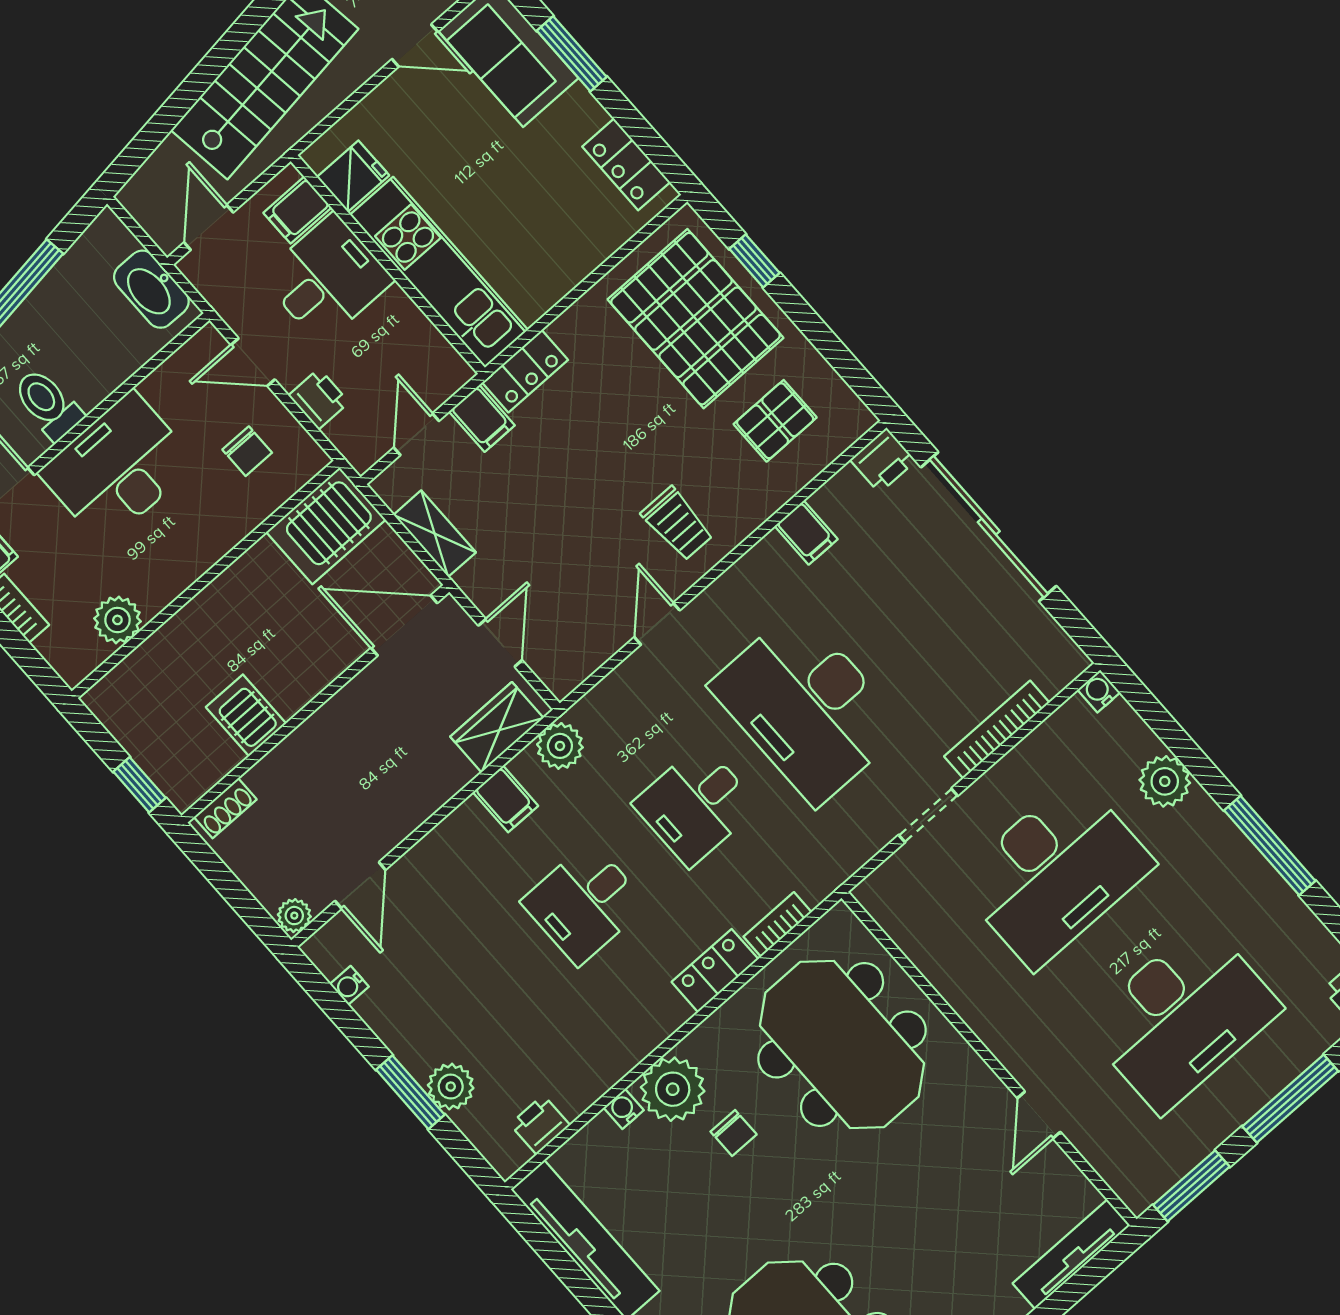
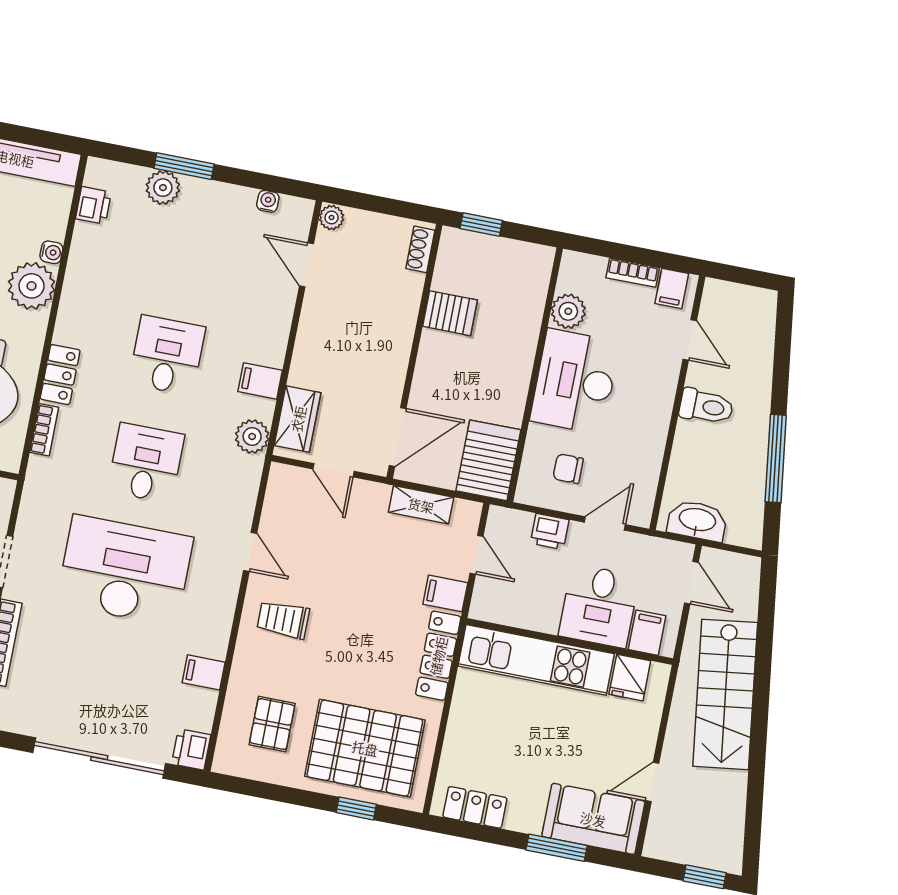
locker: (525, 371) -> (438, 656), width x1.53
desk: (118, 468) -> (575, 381), moved, turned 180

